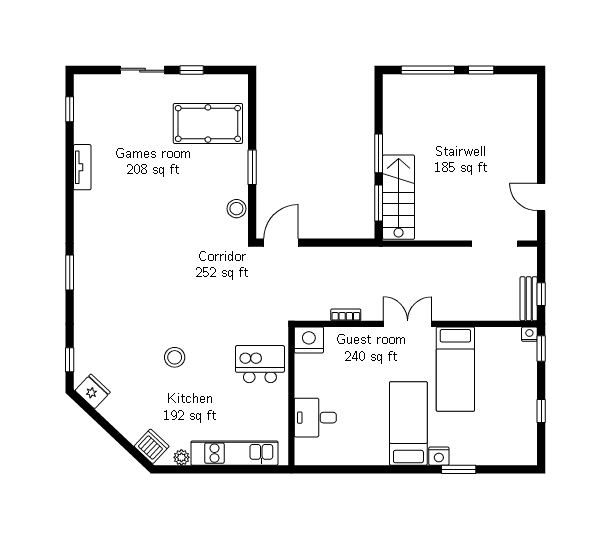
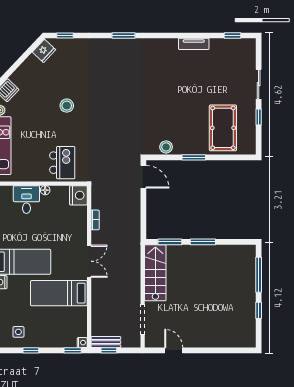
stairs: (399, 197) -> (155, 273), moved, turned -90
door: (541, 197) -> (174, 350), hinge flipped
floor lamp: (301, 390) -> (45, 190), added
side table: (513, 430) -> (18, 332), added

